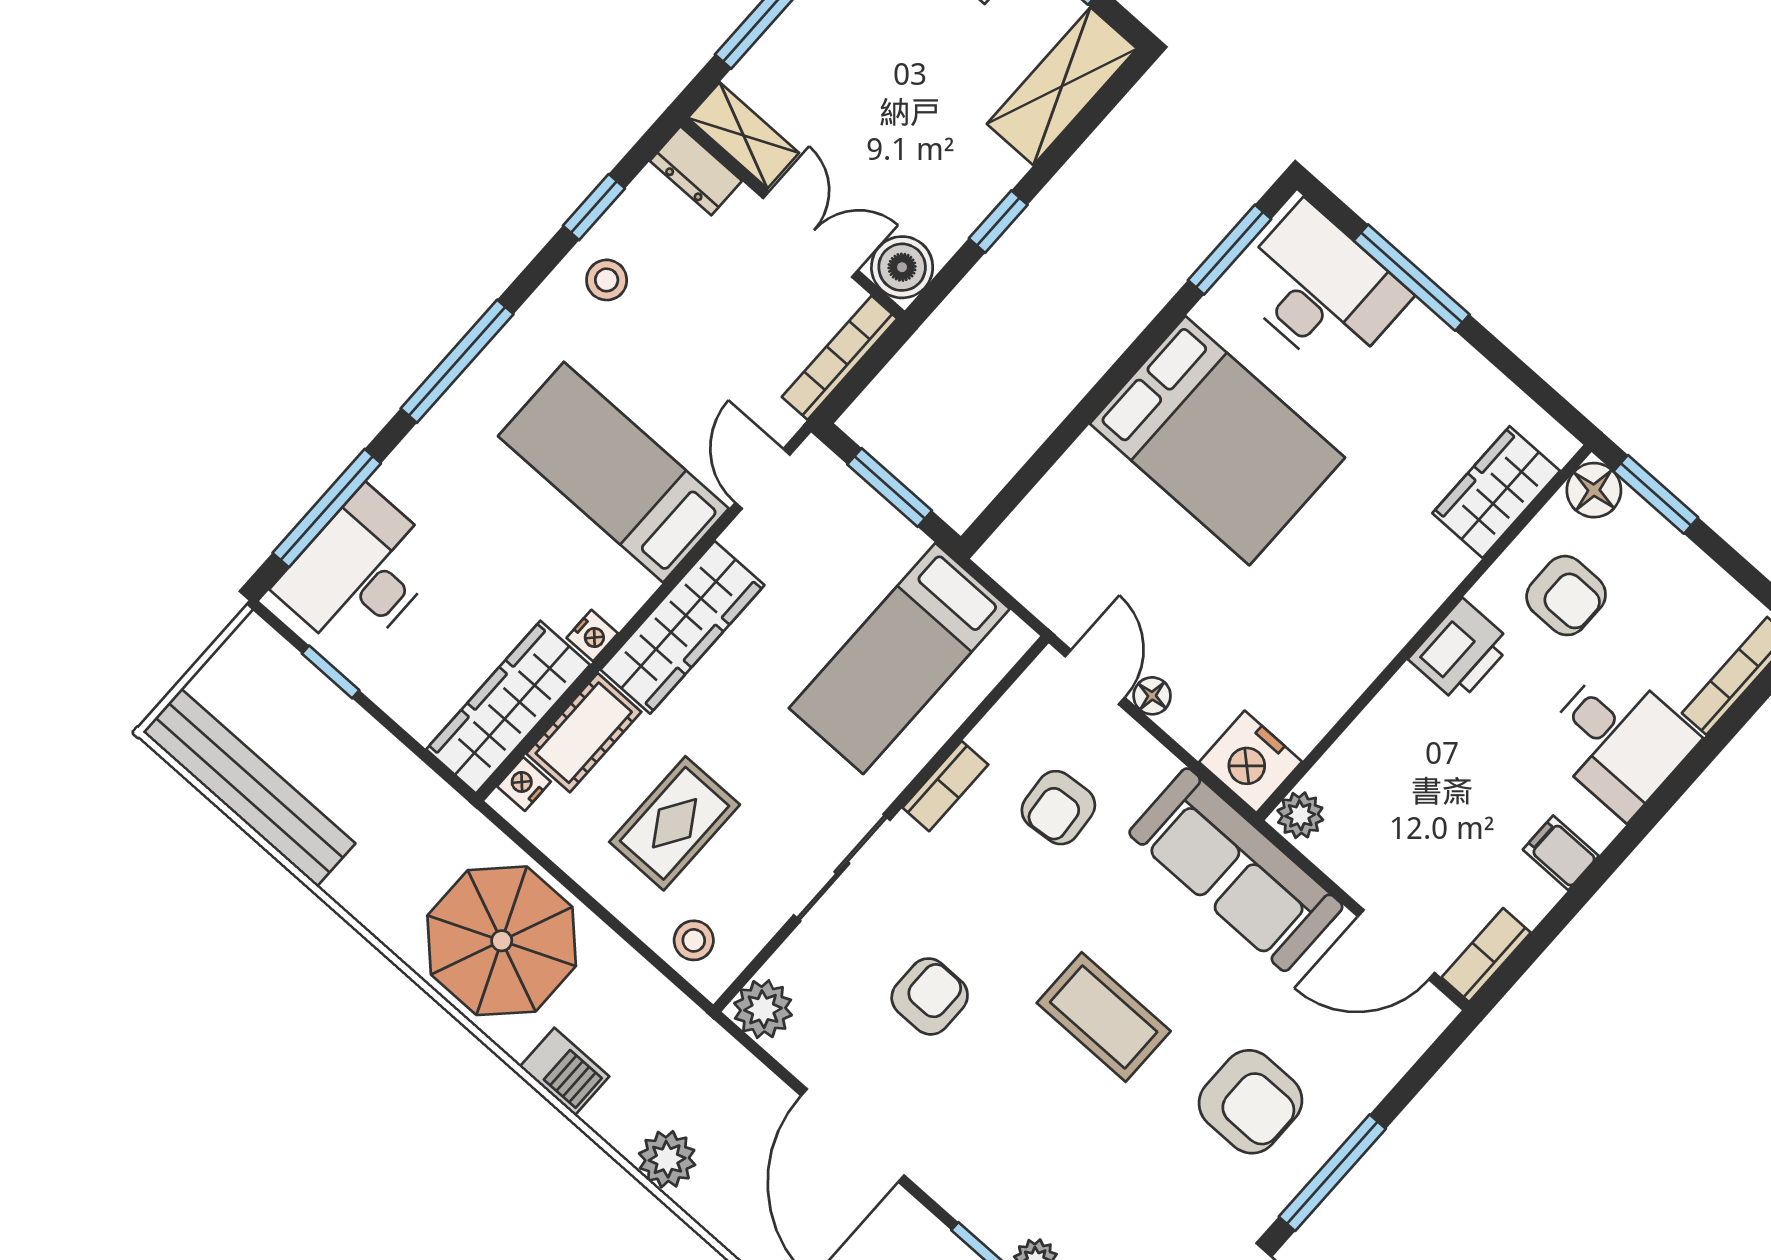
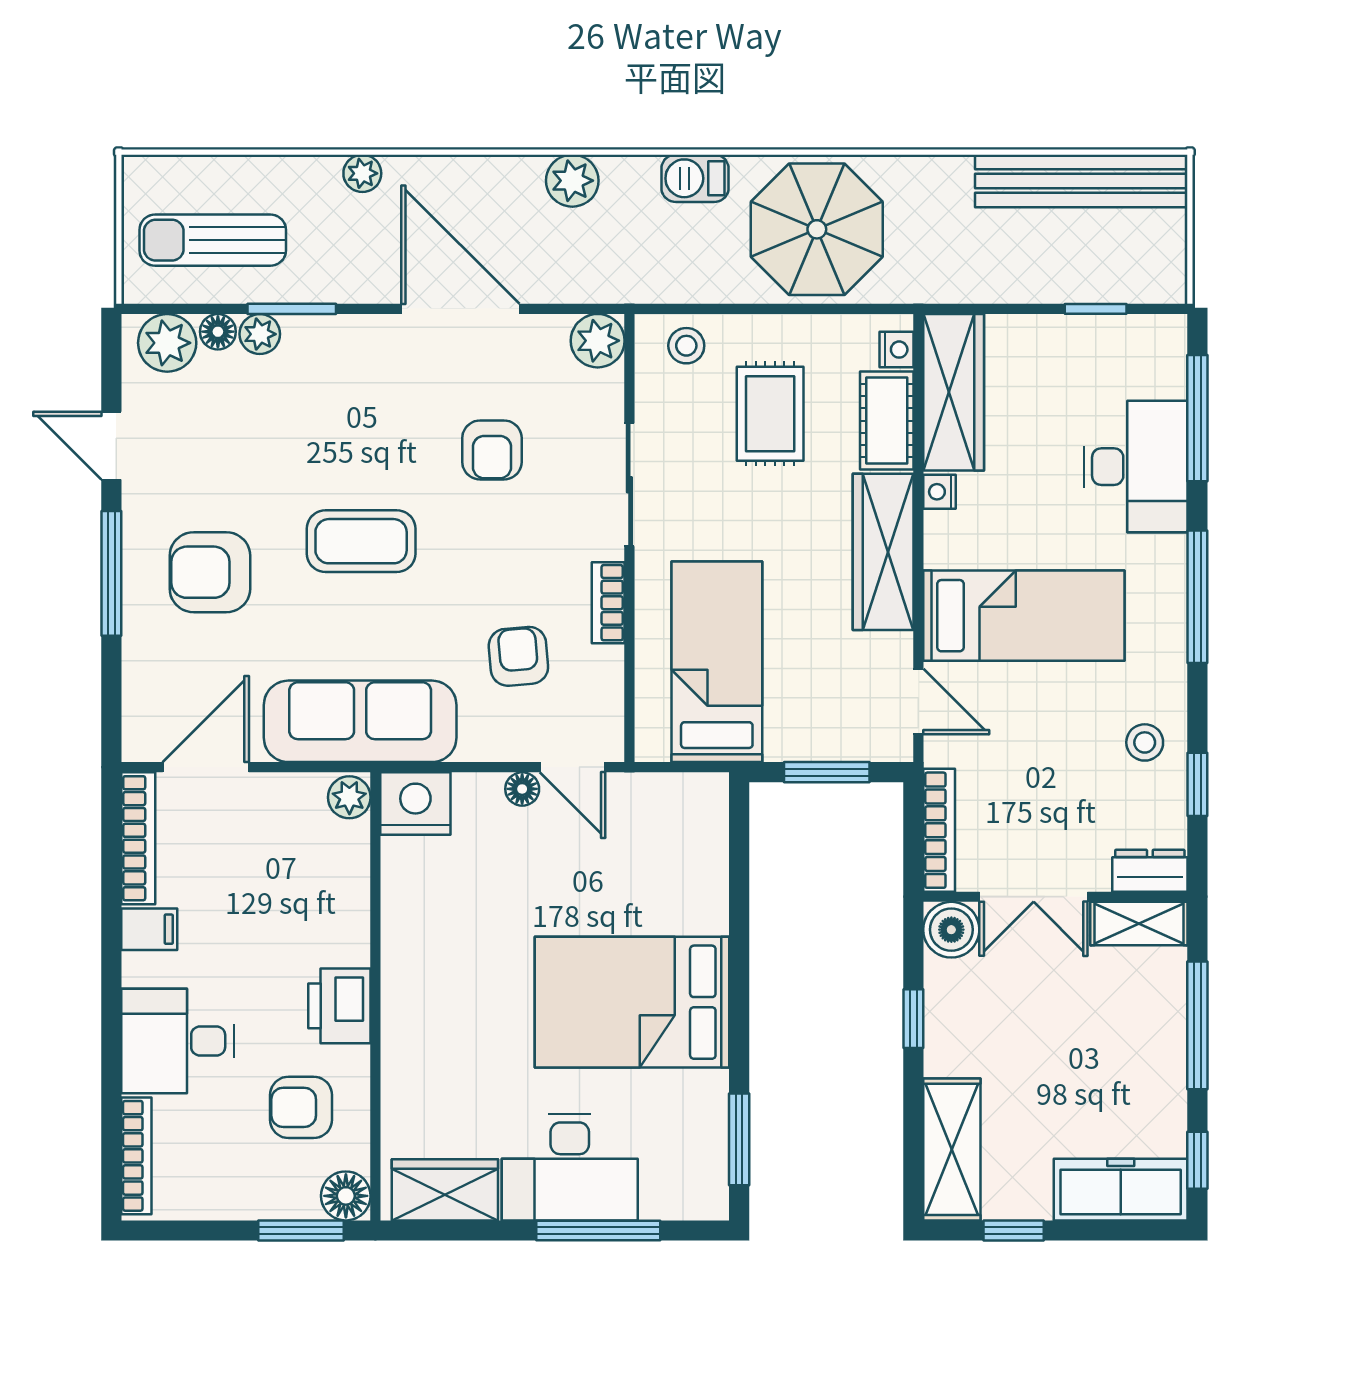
desk: (1321, 290) -> (570, 1167), moved
wardrobe: (1496, 492) -> (445, 1190), moved, turned -90
desk: (360, 573) -> (1136, 467), moved
bookcase: (1486, 955) -> (138, 838), width x1.56

